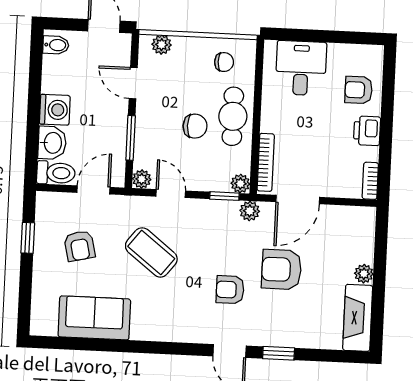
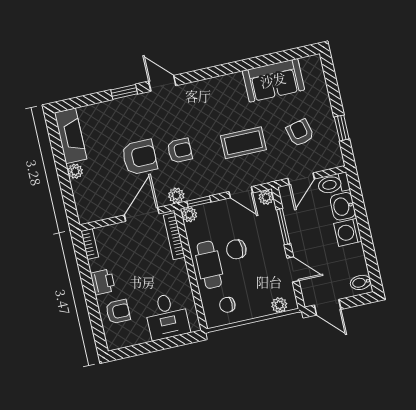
coffee table: (151, 252) -> (243, 143), turned -38
armchair: (230, 290) -> (180, 151), moved

